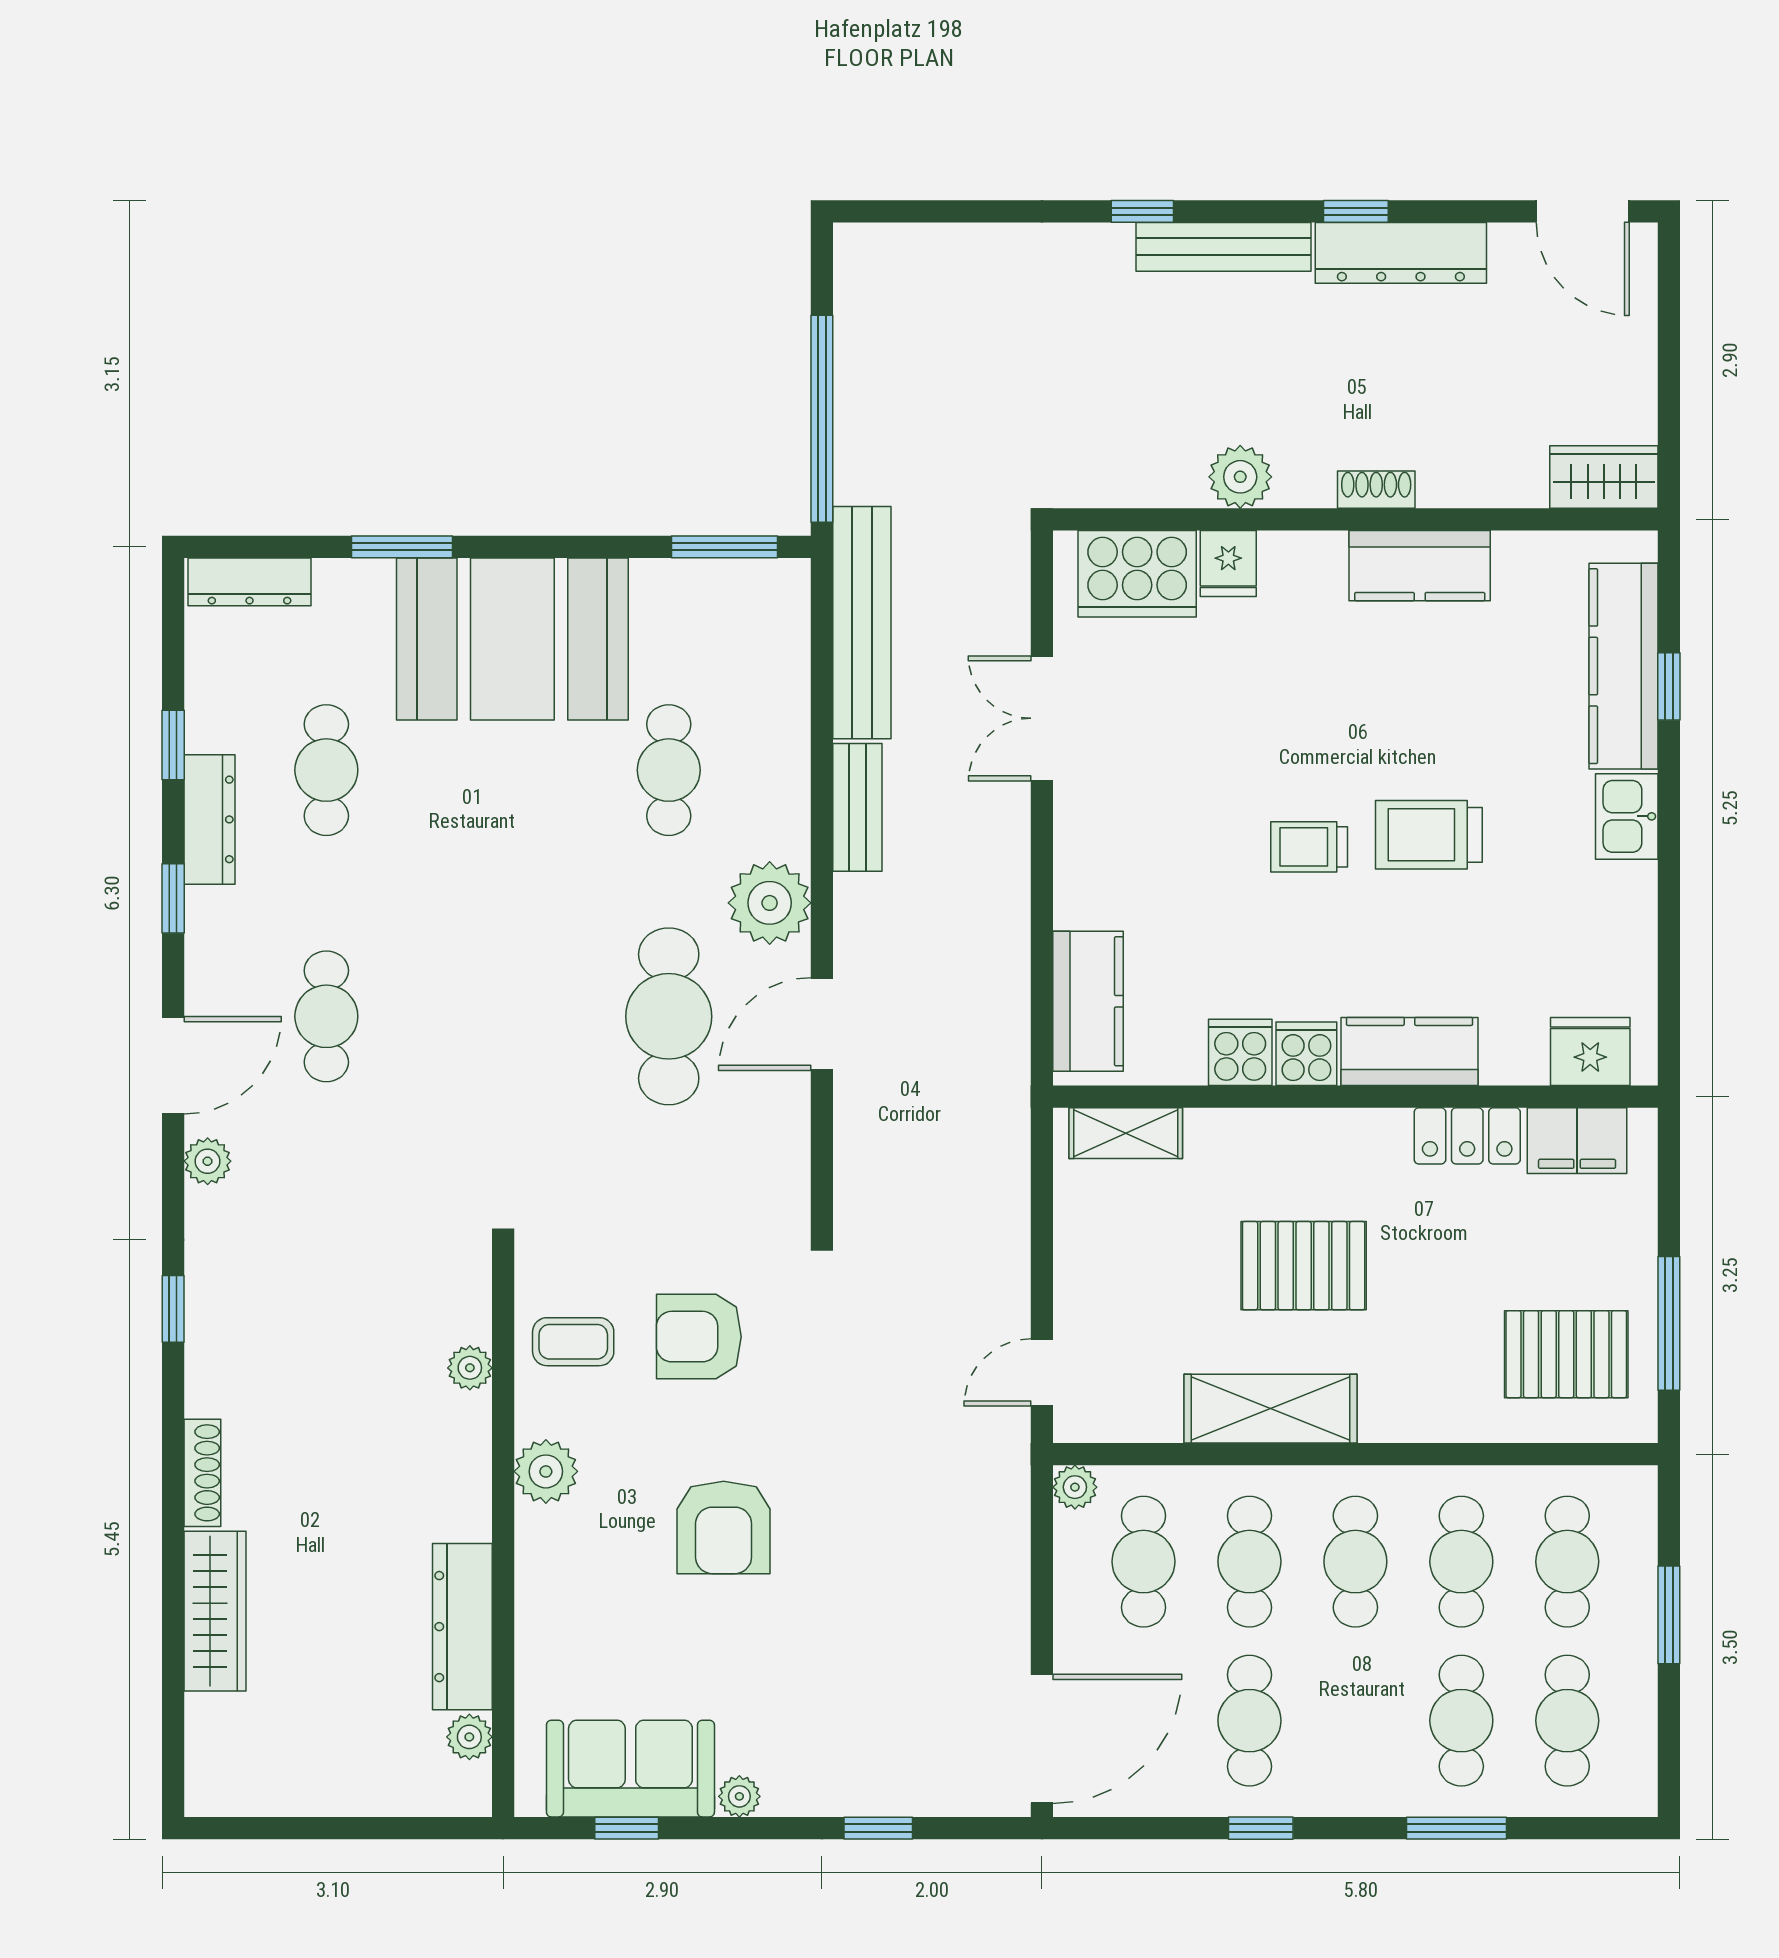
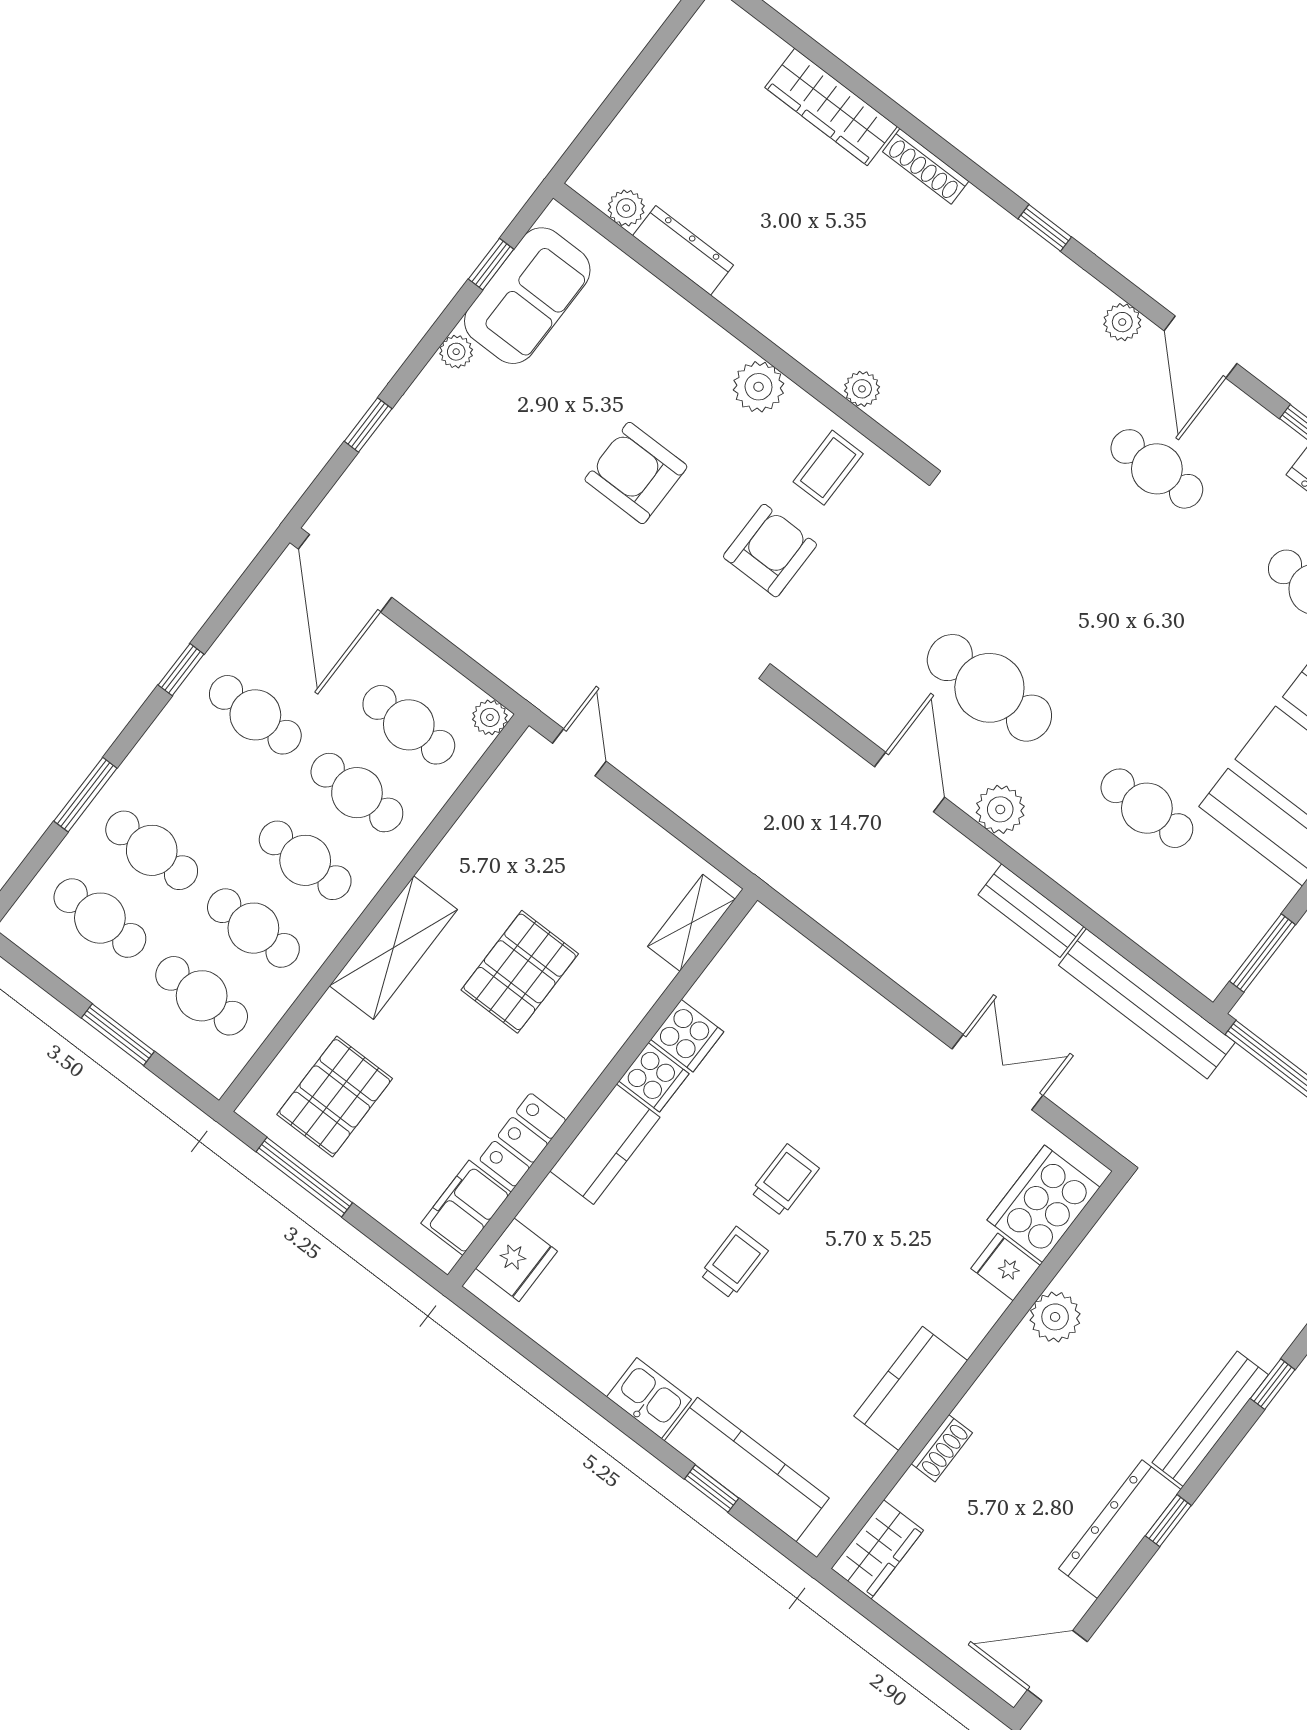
shoe rack: (1376, 490) -> (942, 1448), moved
trolley: (1429, 835) -> (734, 1263), width x0.73, depth x0.72
plant: (770, 903) -> (1000, 809), width x0.73, depth x0.73
kitchen counter: (1088, 1001) -> (794, 963), removed
shelving: (1270, 1409) -> (393, 948), moved
dresser: (462, 1627) -> (683, 250), width x0.73, depth x0.80

